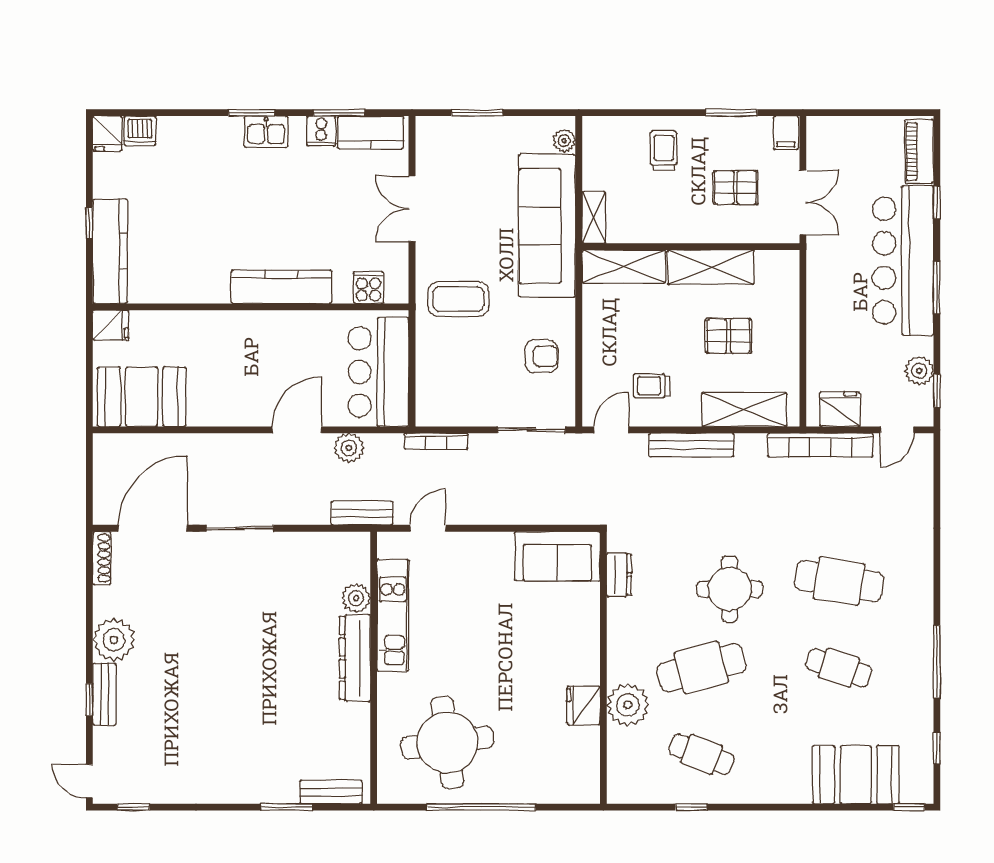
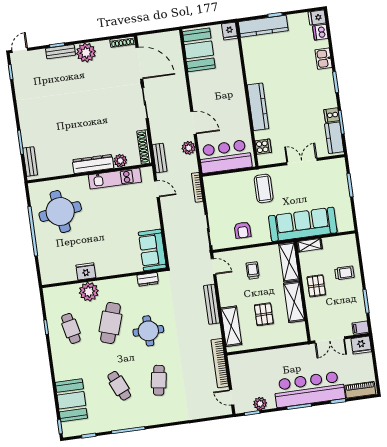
kitchen sink: (266, 132) -> (324, 59), moved
plant: (564, 141) -> (343, 227), removed
pallet: (736, 188) -> (316, 286), moved
trolley: (652, 386) -> (253, 271), moved
fridge: (840, 409) -> (361, 345), moved, turned 90
shoe rack: (334, 543) -> (144, 147), added
cafe table: (839, 581) -> (159, 380), width x0.73, depth x0.74
cafe table: (701, 668) -> (111, 323), turned 33
cafe table: (839, 668) -> (119, 386), turned -42
cafe table: (701, 754) -> (71, 328), turned -33

